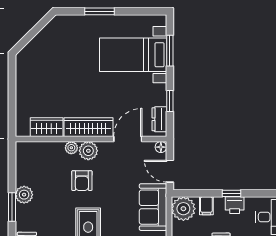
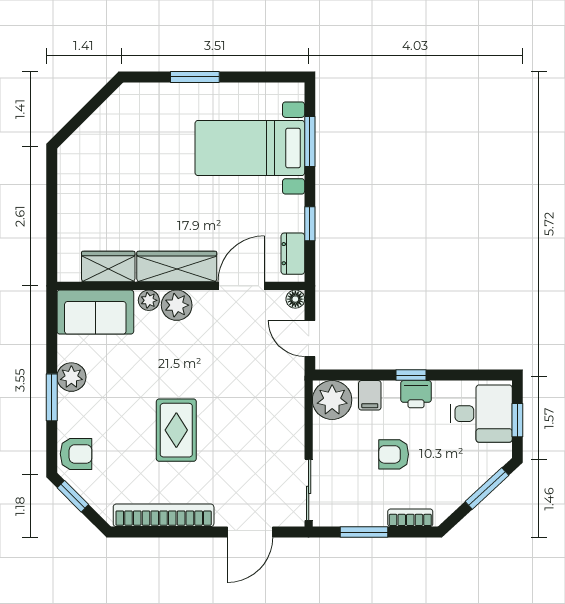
armchair: (82, 181) -> (166, 354), removed
sofa: (153, 207) -> (95, 312), moved, turned -90

